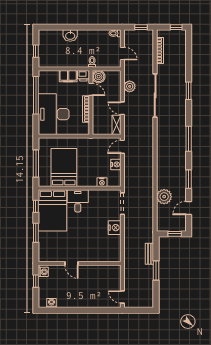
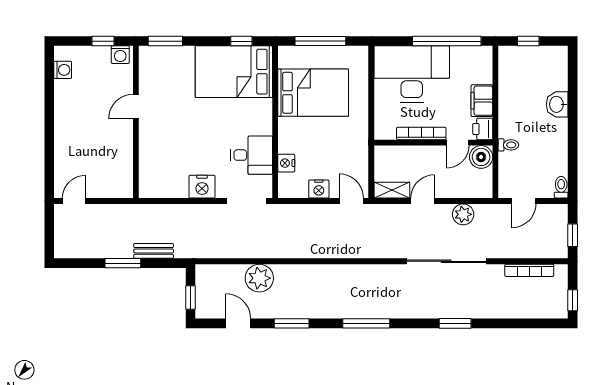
desk: (78, 201) -> (252, 155), moved
window: (36, 233) -> (165, 41), moved

